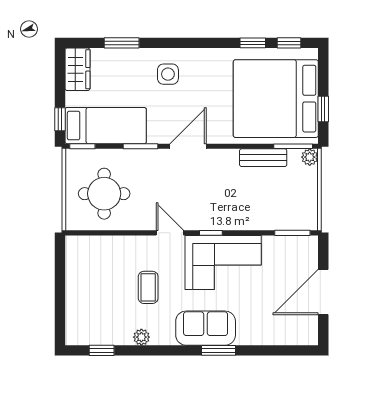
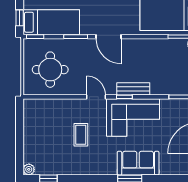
door: (188, 146) -> (109, 37), swing flipped
bench: (263, 158) -> (133, 89), moved
sofa: (206, 328) -> (138, 163), moved
plant: (141, 337) -> (29, 169), moved

